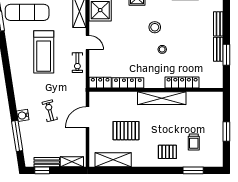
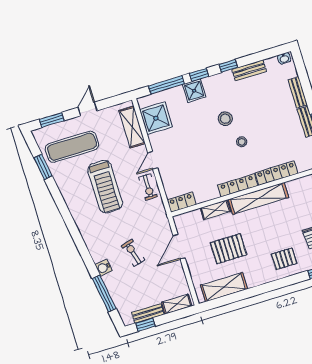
door: (87, 43) -> (153, 160), swing flipped
locker: (128, 83) -> (238, 185), moved
shelving: (125, 97) -> (215, 210), added

